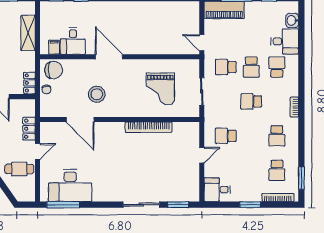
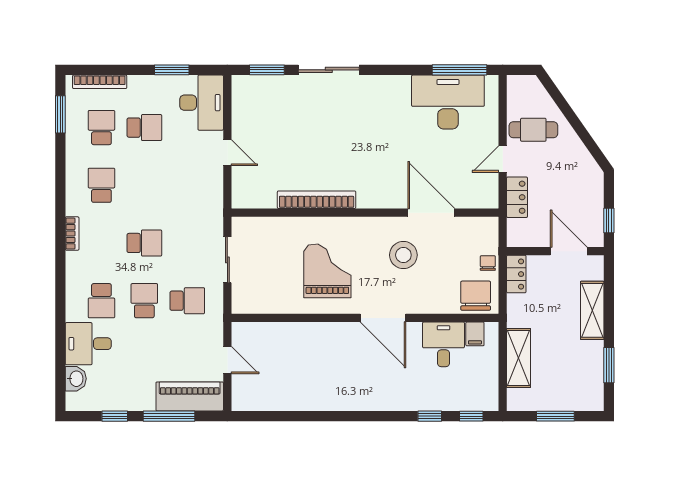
door: (202, 43) -> (227, 360), moved
chair: (54, 70) -> (476, 296), turned 90
grand piano: (160, 89) -> (327, 271), moved
school desk: (226, 136) -> (144, 128), moved
door: (202, 155) -> (227, 153), swing flipped
desk: (217, 190) -> (202, 103), width x1.37
window: (250, 205) -> (172, 70), moved

